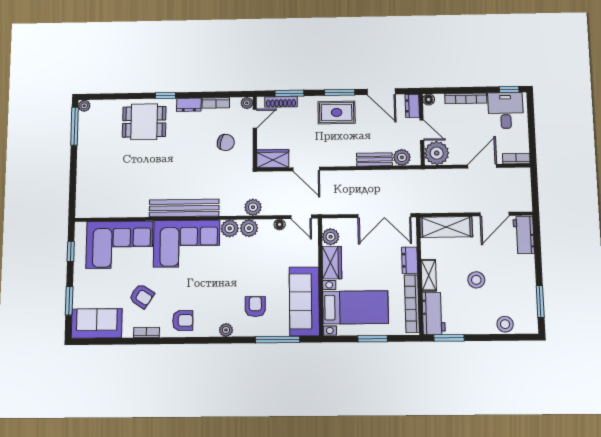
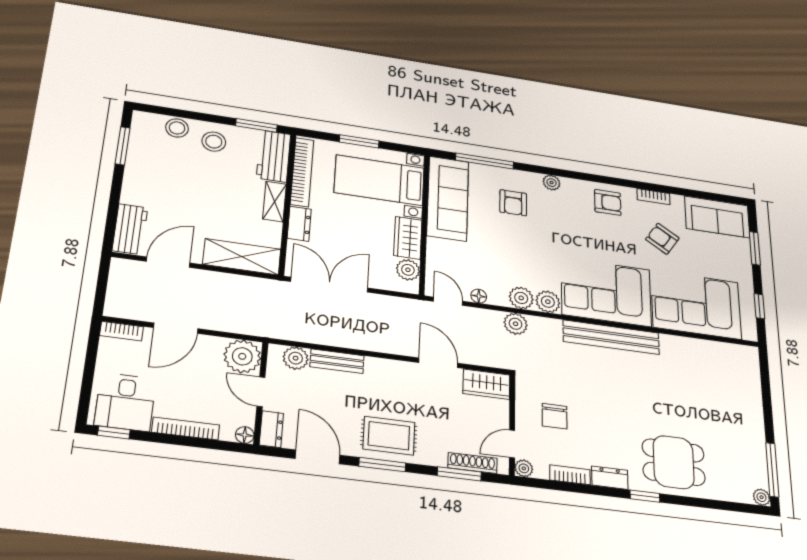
chair: (226, 142) -> (555, 416), turned -104
stool: (476, 280) -> (214, 142), moved
armchair: (183, 320) -> (608, 202), turned 180

